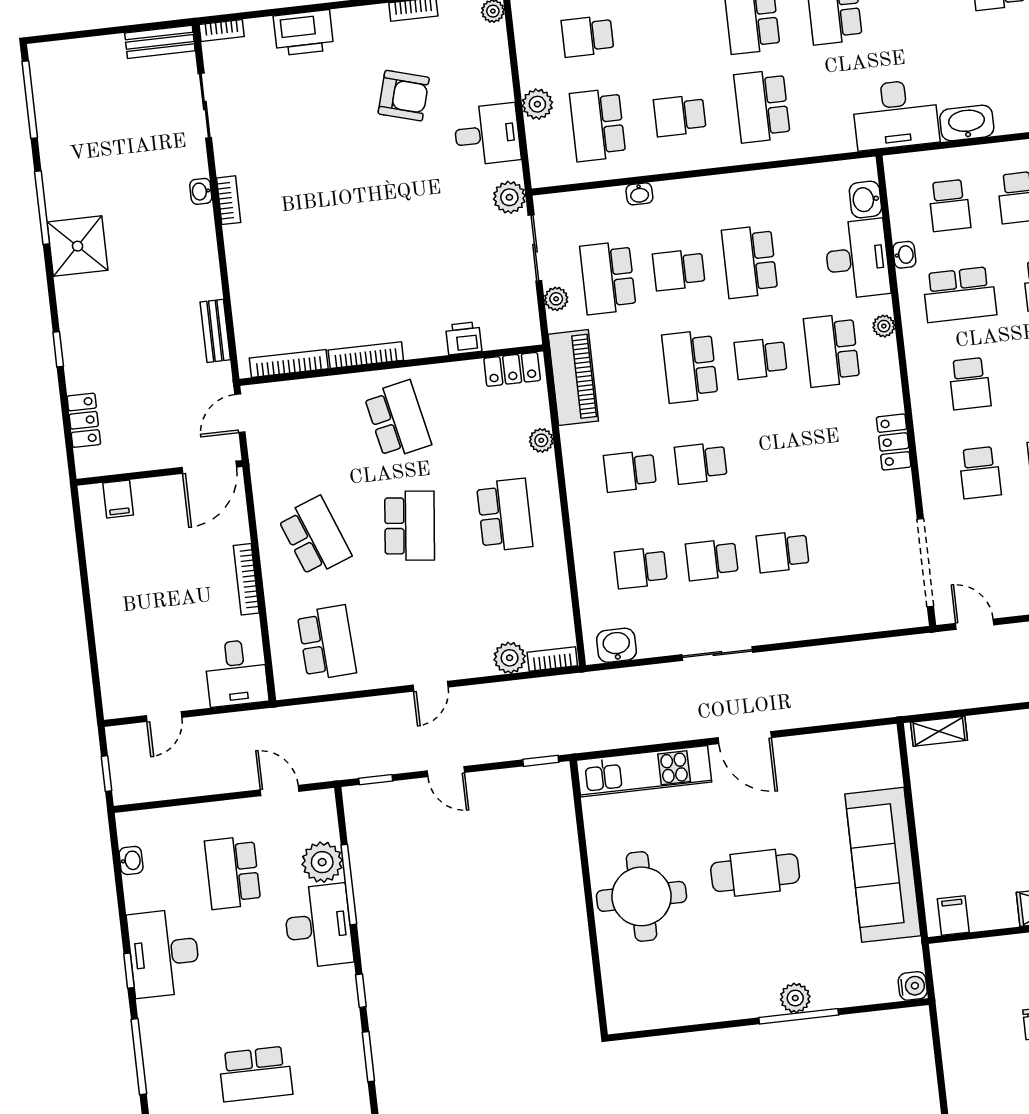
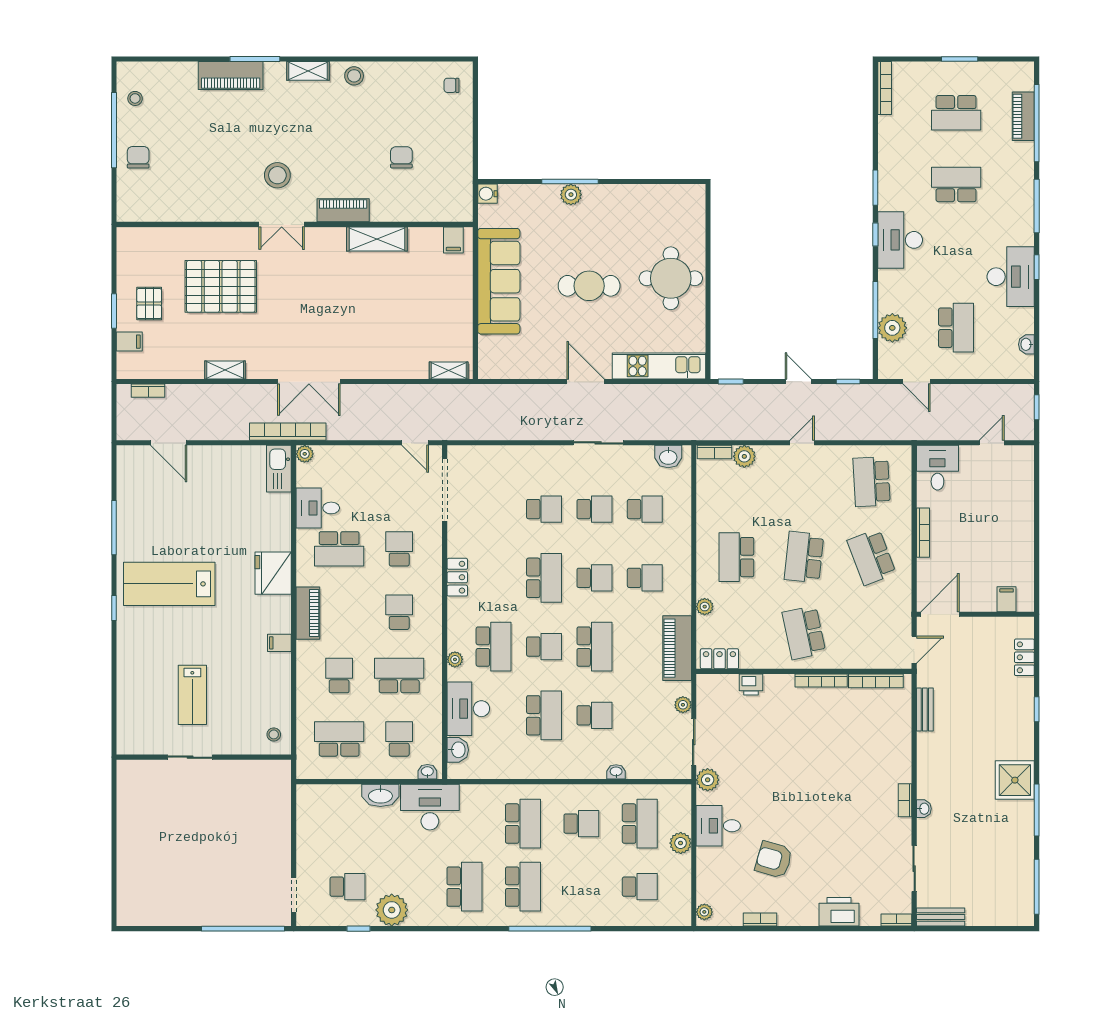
washbasin: (904, 255) -> (427, 772), moved, turned 90
school desk: (608, 278) -> (544, 578), moved
desk: (318, 926) -> (900, 240), moved

